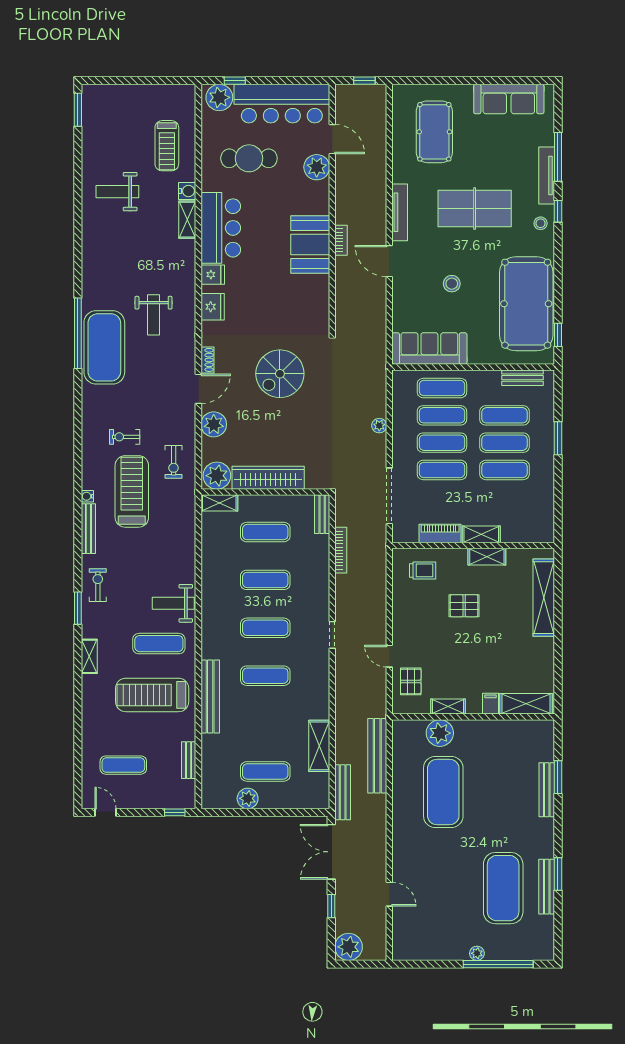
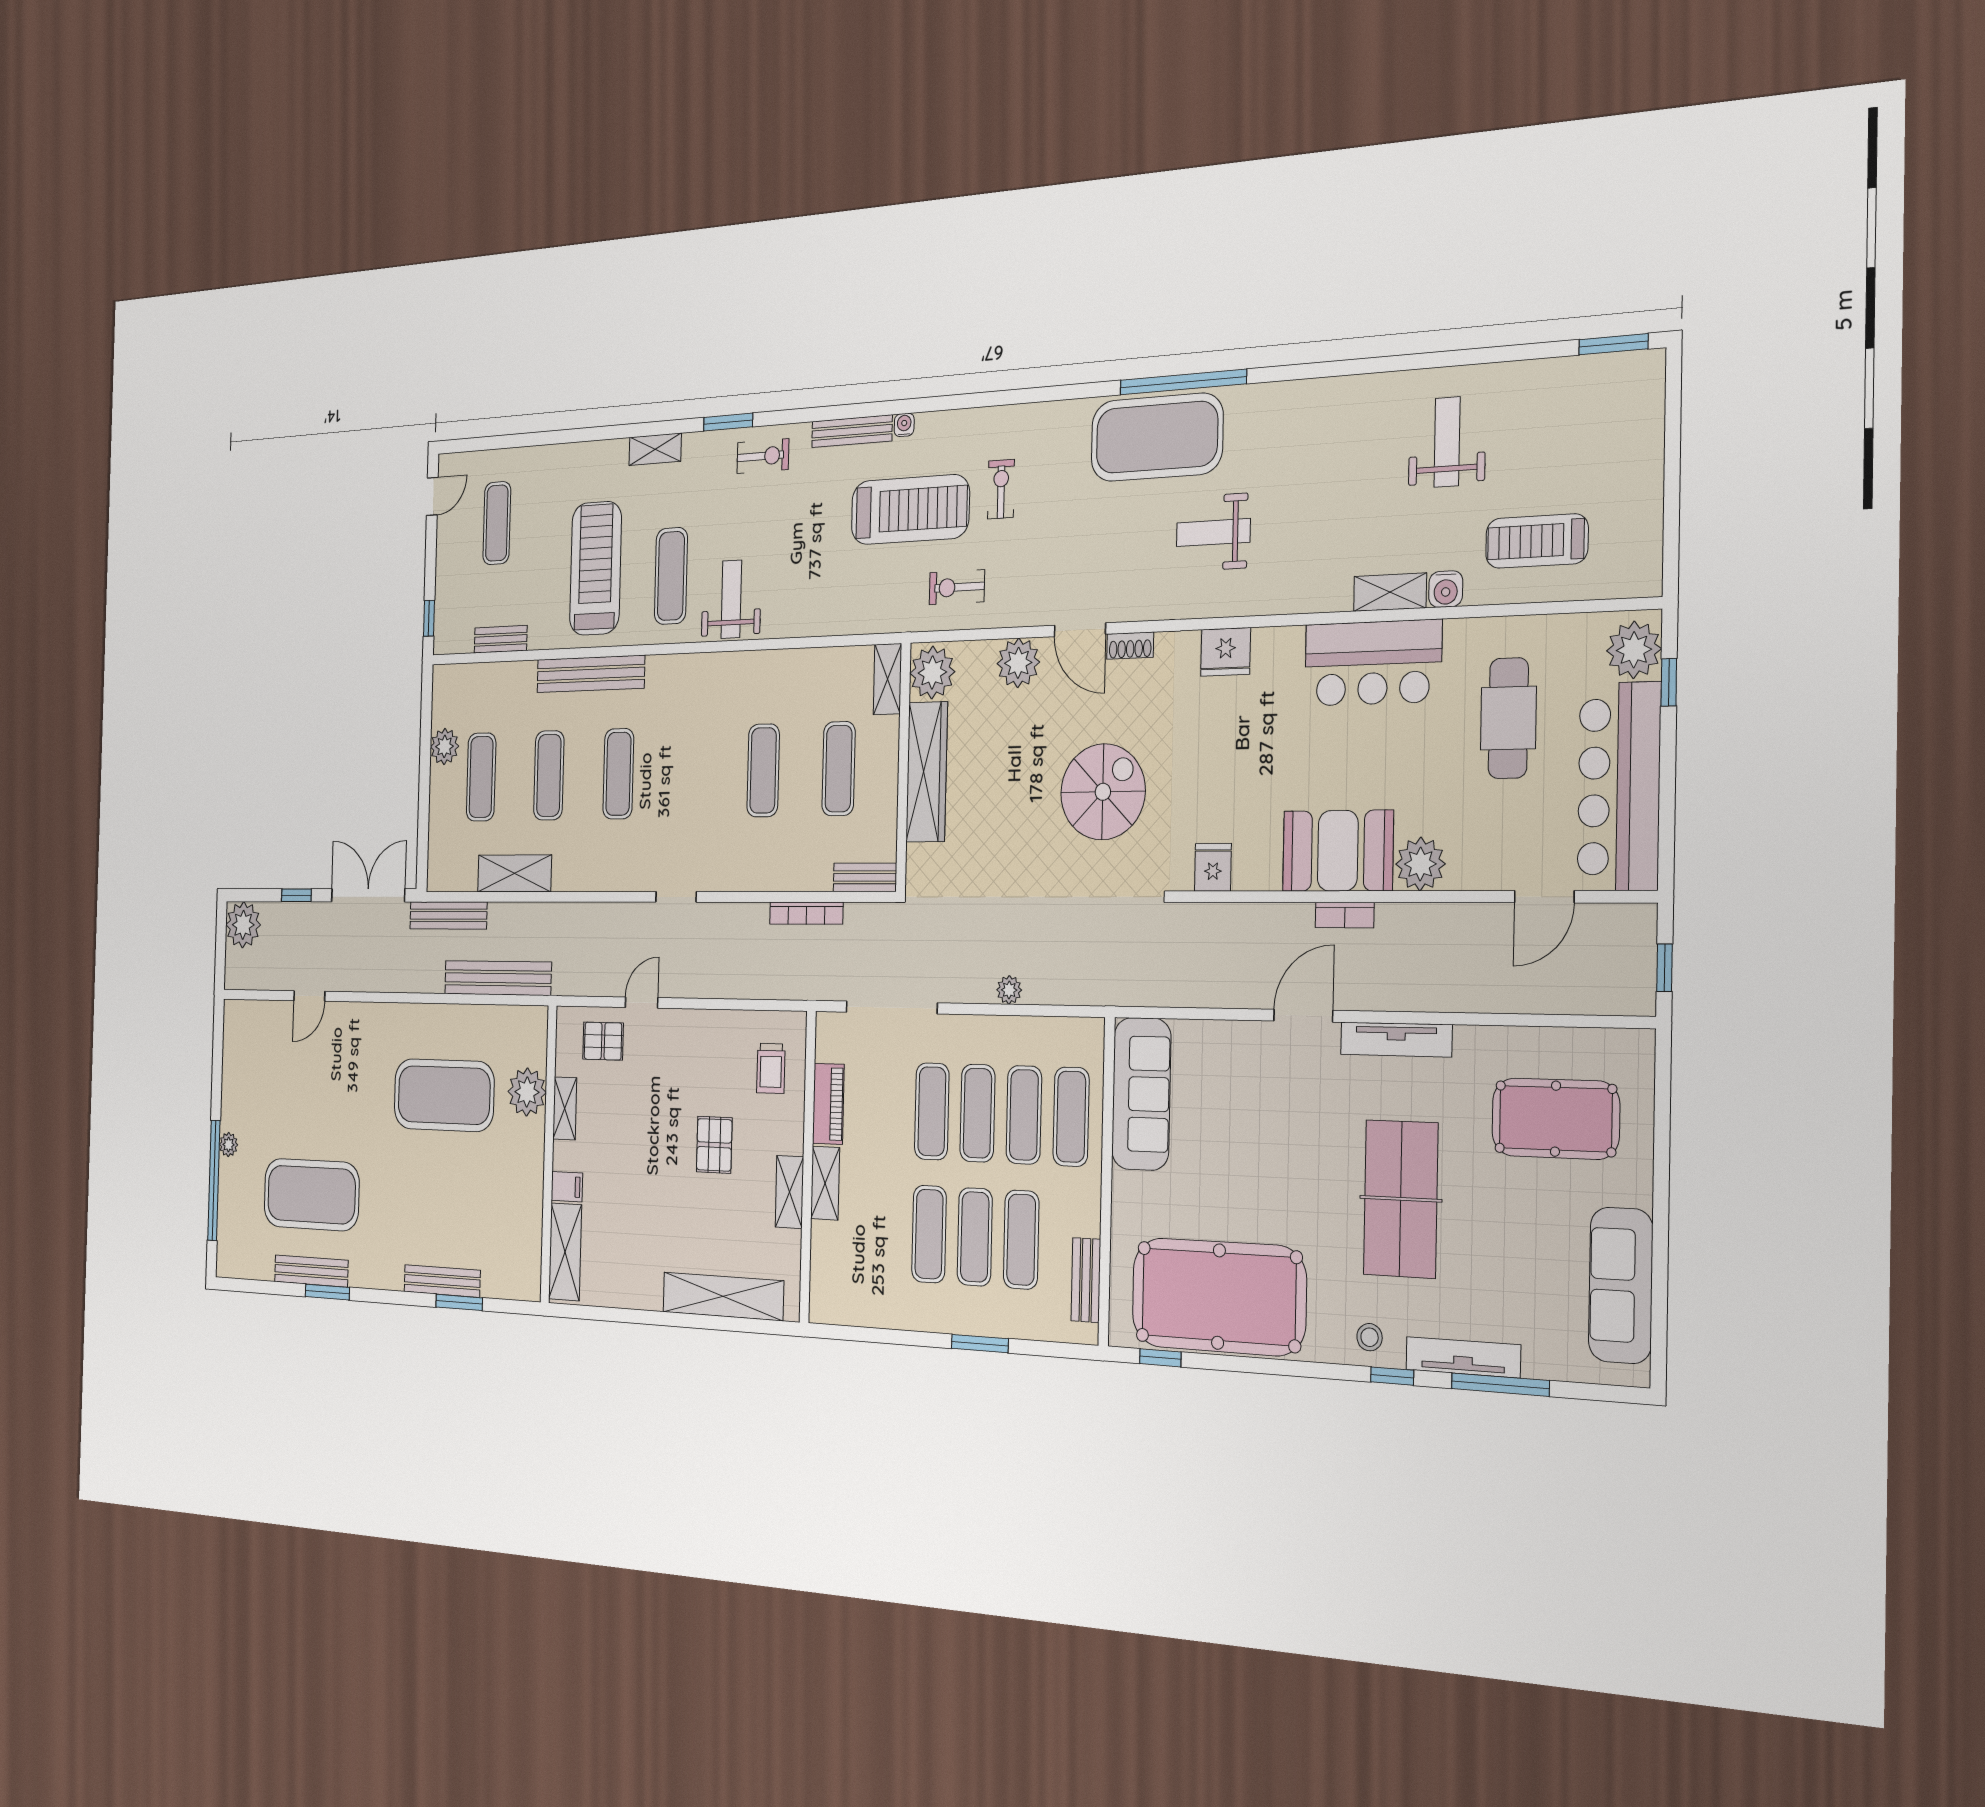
plant: (317, 167) -> (1420, 864), moved
fridge: (213, 275) -> (1213, 867), moved, turned 180
stool: (452, 284) -> (1259, 1144), removed
spiral stairs: (280, 374) -> (1103, 792), turned 90
exercise mat: (265, 628) -> (549, 775), moved

